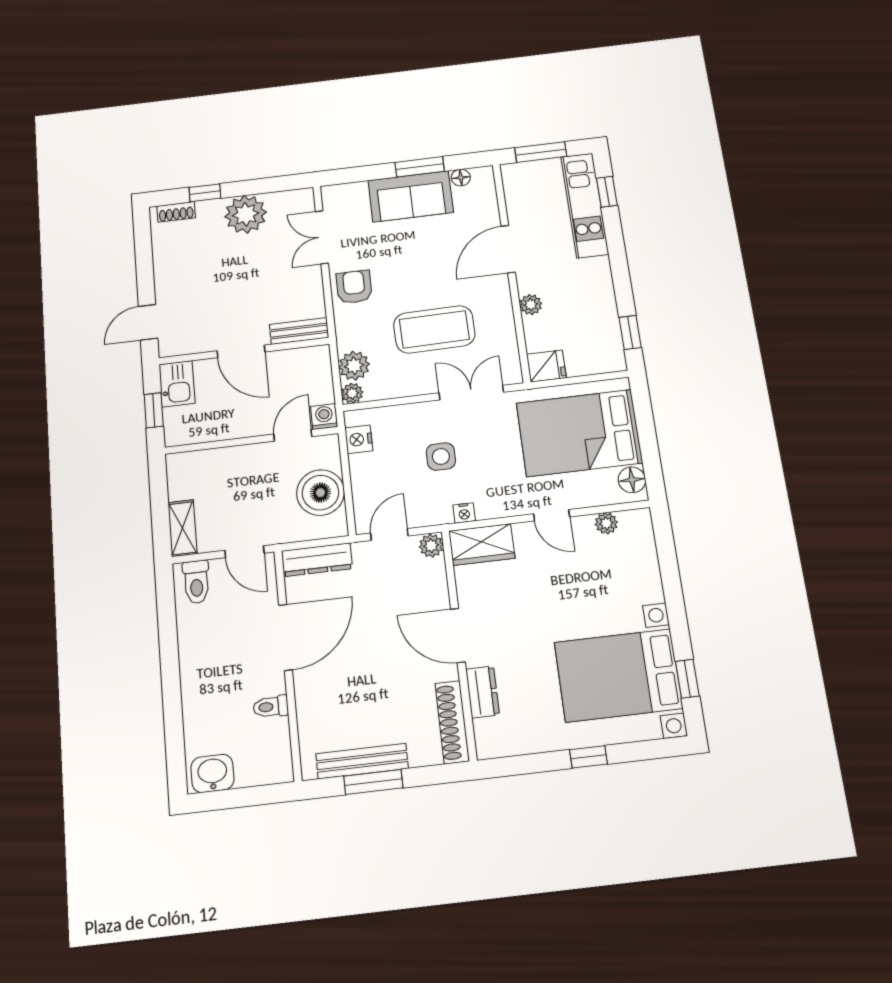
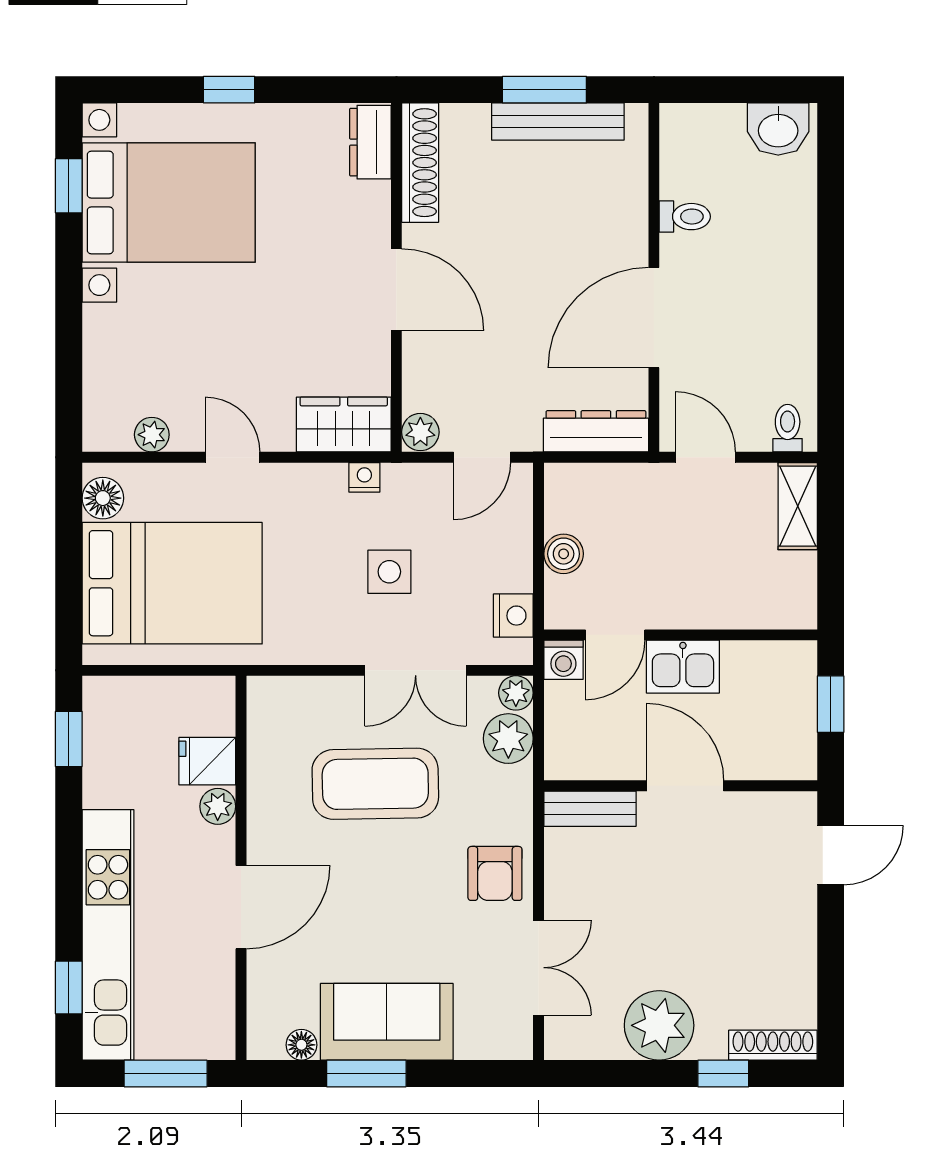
kitchen unit: (585, 205) -> (108, 935), width x1.36
shoe rack: (176, 212) -> (773, 1045), width x1.43
fridge: (546, 366) -> (207, 761), moved
kitchen sink: (177, 384) -> (683, 667), moved, turned -90
double door: (471, 393) -> (416, 670), moved
boiler: (320, 493) -> (564, 554), width x0.54, depth x0.54
toilet: (196, 582) -> (788, 428), width x0.73, depth x0.72
dresser: (483, 692) -> (370, 142), moved

